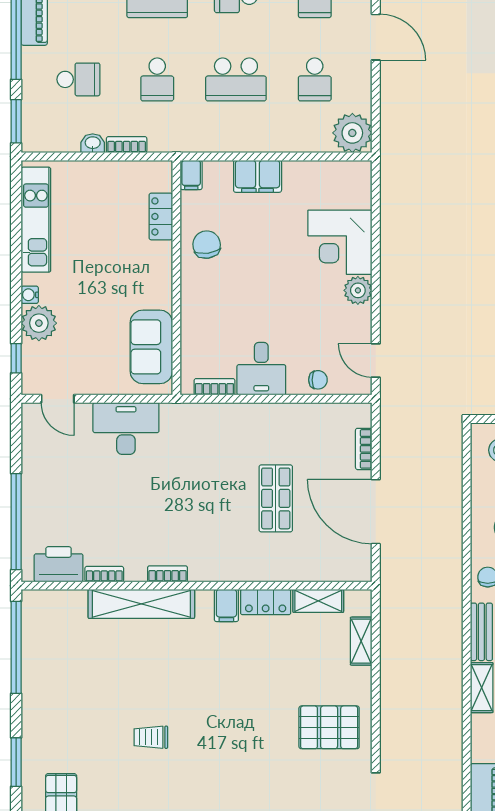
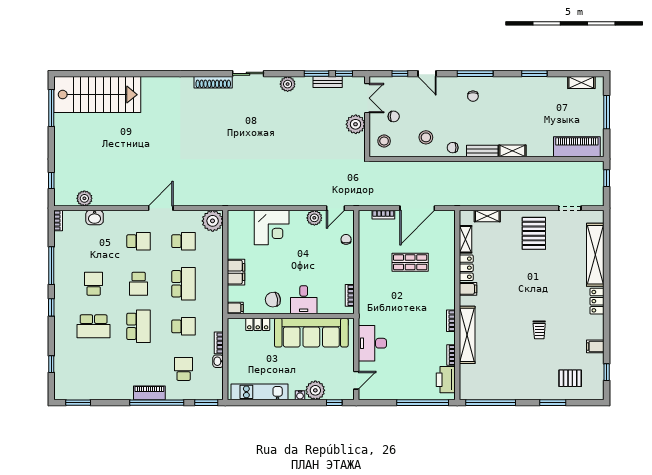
plant: (358, 290) -> (314, 218), moved
sofa: (151, 347) -> (311, 333), width x1.85, depth x1.27
desk: (261, 369) -> (304, 300), moved, turned 90

